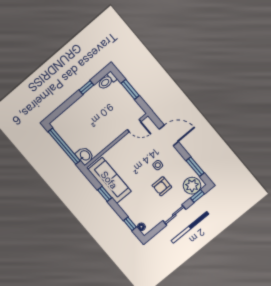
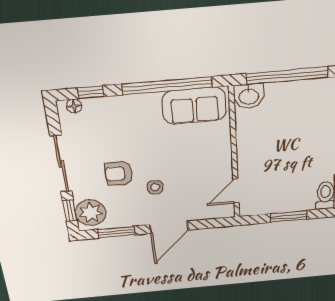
door: (169, 135) -> (169, 227), moved
sofa: (109, 180) -> (194, 106), width x0.73
armchair: (162, 186) -> (119, 174), turned -90
window: (105, 194) -> (167, 86), width x3.17
sliding door: (174, 215) -> (61, 164), width x1.37

